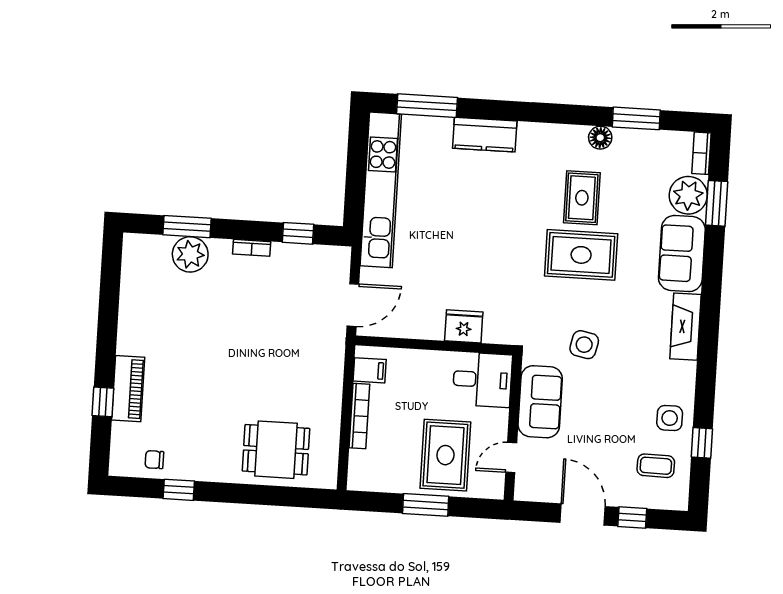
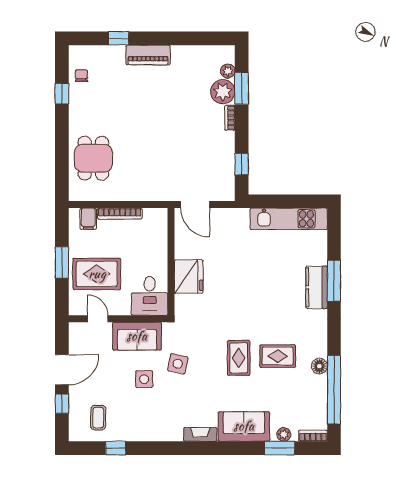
window: (427, 106) -> (334, 281), moved
window: (636, 118) -> (334, 390), width x2.11
kitchen unit: (381, 190) -> (289, 219), width x0.73
plant: (688, 195) -> (284, 434), width x0.53, depth x0.53
plant: (160, 245) -> (228, 71), added
bookcase: (252, 248) -> (230, 118), moved
rug: (581, 255) -> (239, 358), width x0.73, depth x0.70
fridge: (464, 326) -> (189, 277), width x1.36, depth x1.34
fireplace: (686, 327) -> (200, 434), width x0.73, depth x0.76
filing cabinet: (370, 370) -> (88, 219), moved
piano: (128, 389) -> (148, 55), moved
side table: (670, 418) -> (144, 379), moved

